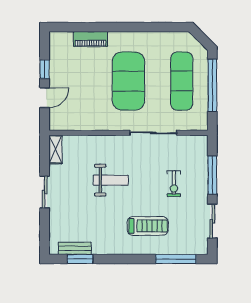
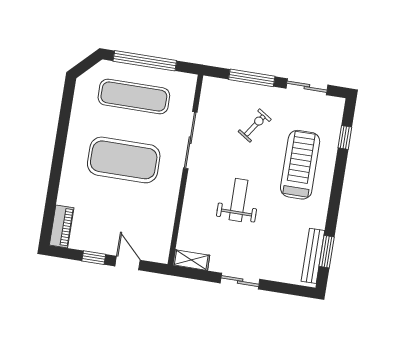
piano: (90, 39) -> (62, 226), moved
exercise bike: (174, 184) -> (255, 125), turned -56
treadmill: (148, 226) -> (300, 165), width x1.37, depth x1.38
bench: (75, 248) -> (313, 256), width x1.36
window: (176, 259) -> (345, 137), width x0.46

